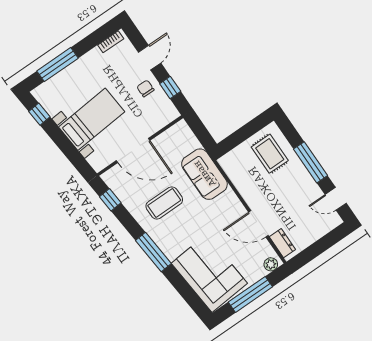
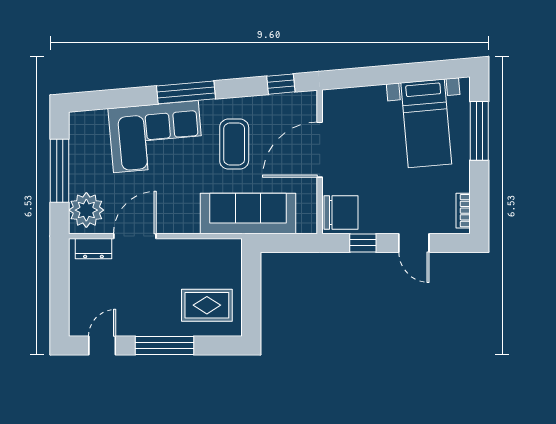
chair: (145, 88) -> (341, 213), moved, width x1.87, depth x1.87
window: (39, 114) -> (436, 70), removed
bed with nightstands: (92, 119) -> (426, 123), moved
sofa: (204, 174) -> (248, 213), width x1.36
plant: (271, 264) -> (86, 210), width x1.87, depth x1.87
corner sofa: (209, 273) -> (156, 137), moved

